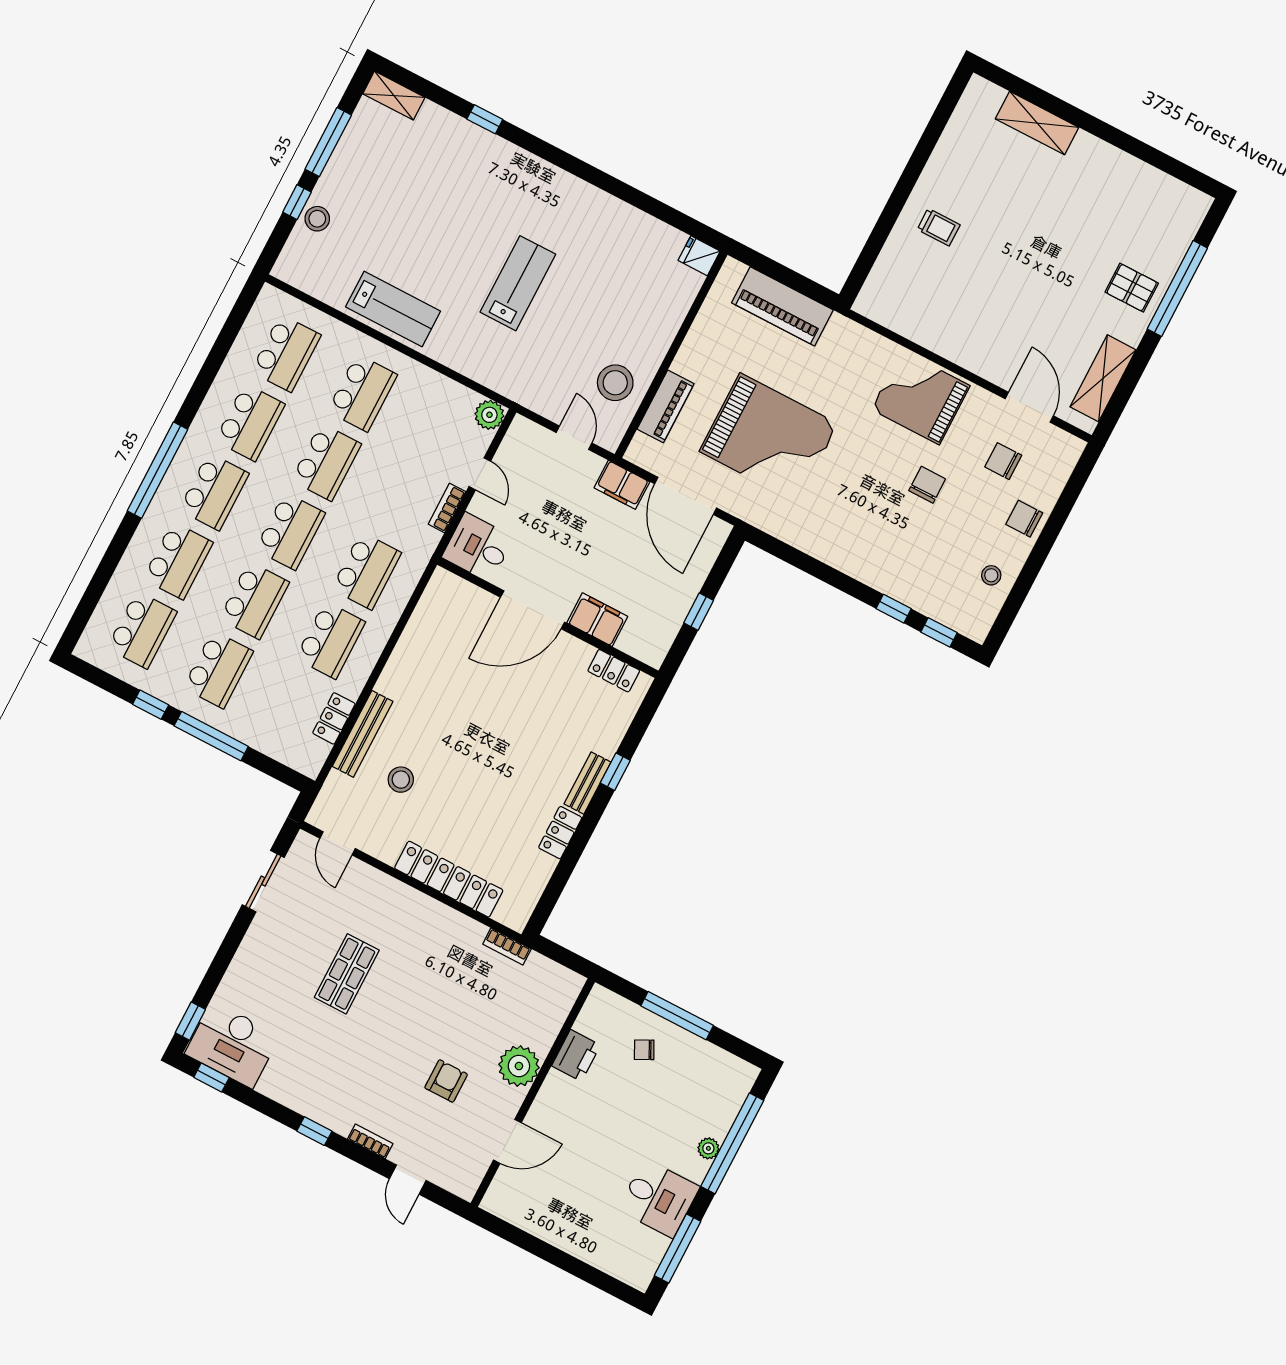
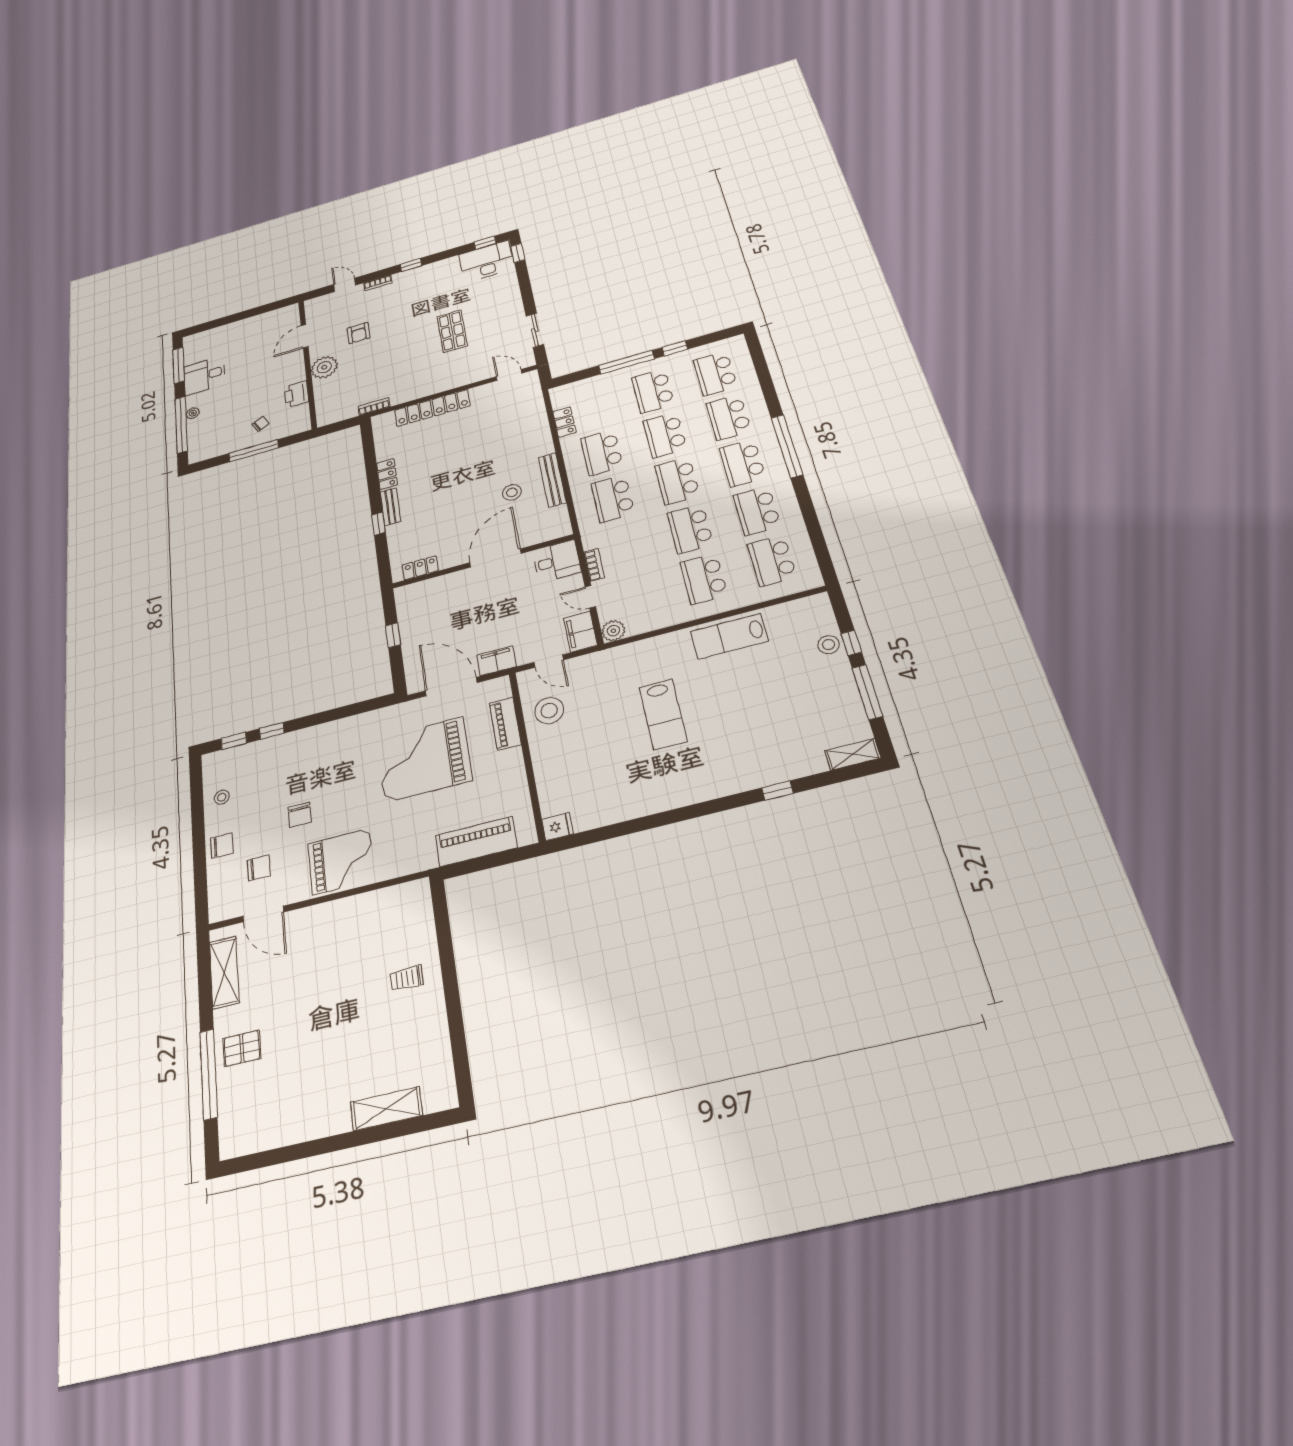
filing cabinet: (597, 620) -> (580, 632), moved, turned 90
bench: (363, 734) -> (552, 480), moved
stool: (401, 780) -> (512, 492), moved

